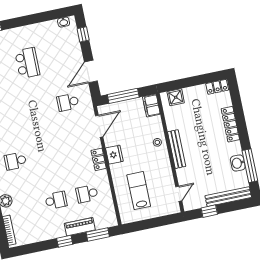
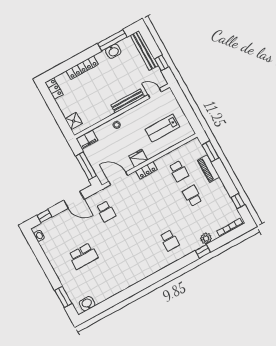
school desk: (27, 63) -> (83, 256), turned 180
bench: (177, 149) -> (128, 101), moved
window: (65, 241) -> (238, 201), moved

